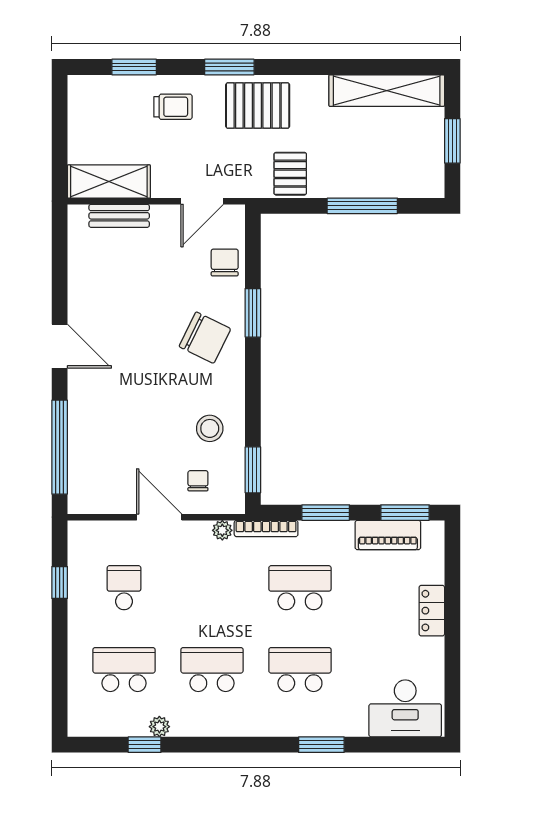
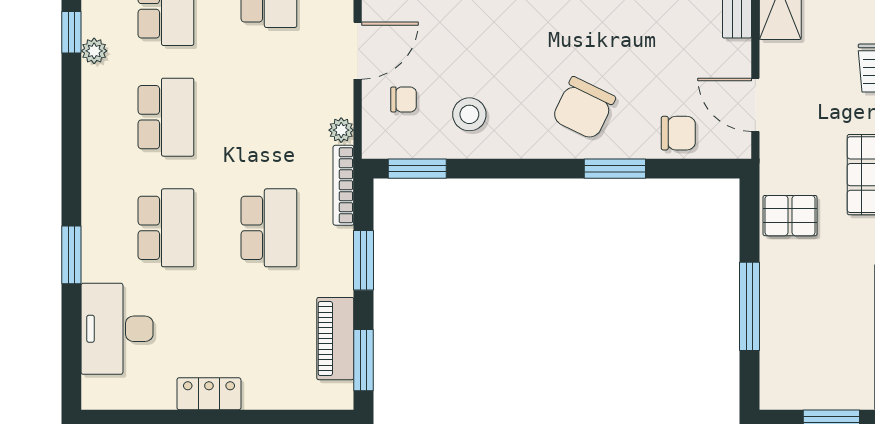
locker: (432, 611) -> (209, 394), moved
desk: (405, 708) -> (117, 329), moved

